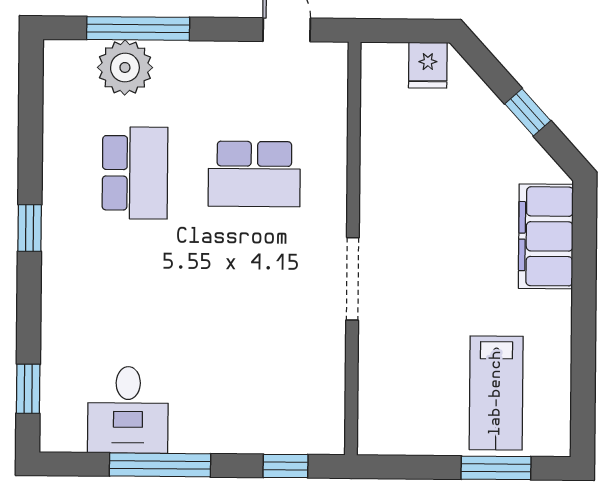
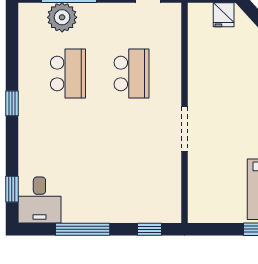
school desk: (254, 174) -> (132, 73), turned -90
desk: (128, 410) -> (39, 200), moved

